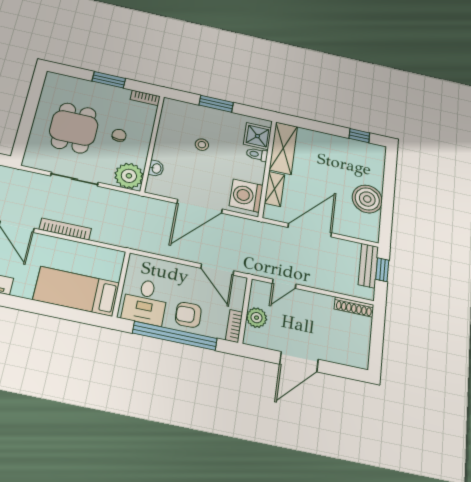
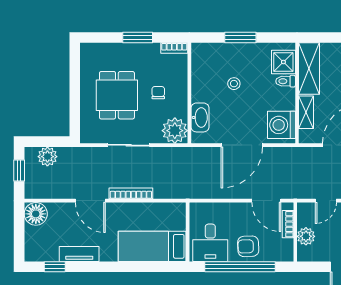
washbasin: (156, 168) -> (200, 117), width x1.91, depth x1.45
bookcase: (234, 326) -> (288, 224), moved

